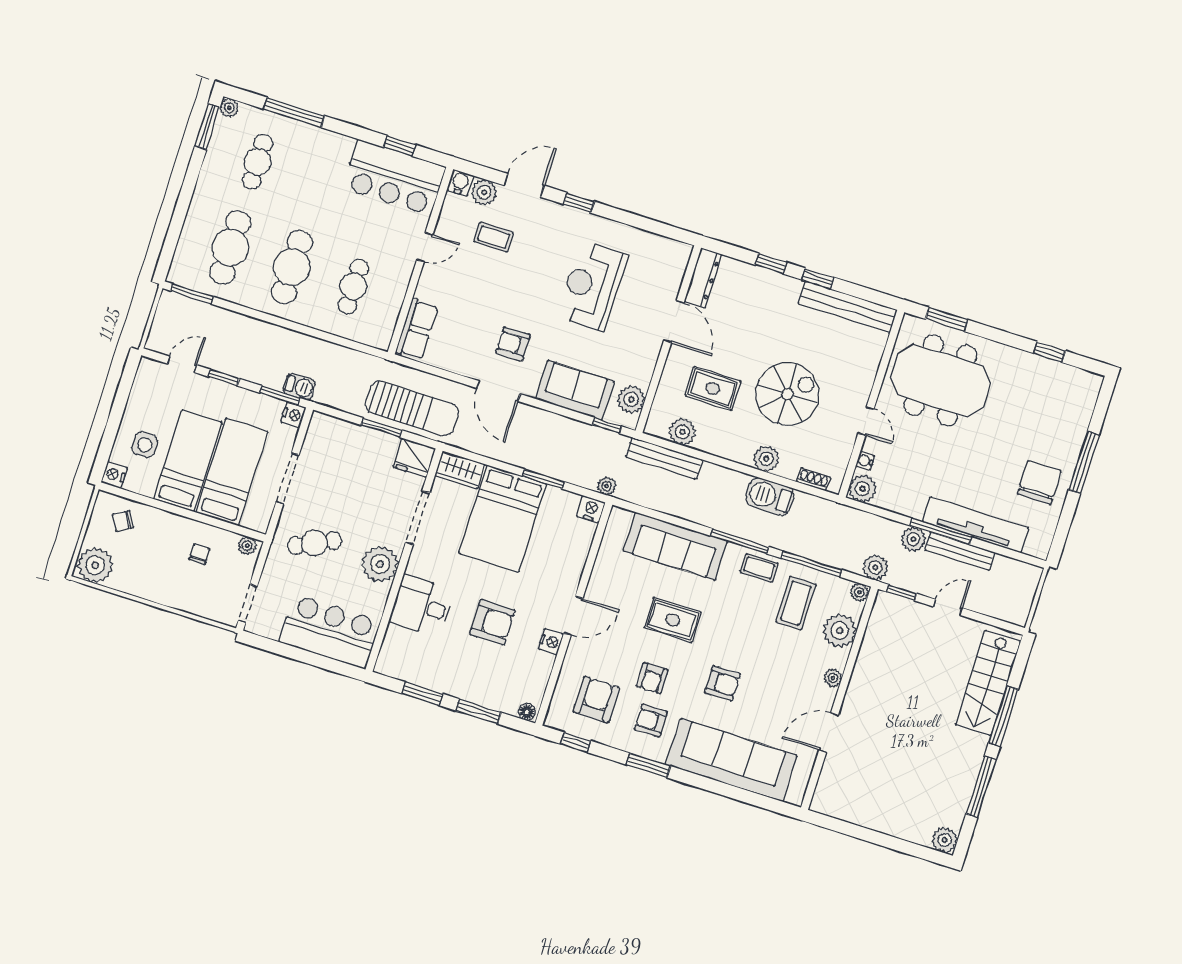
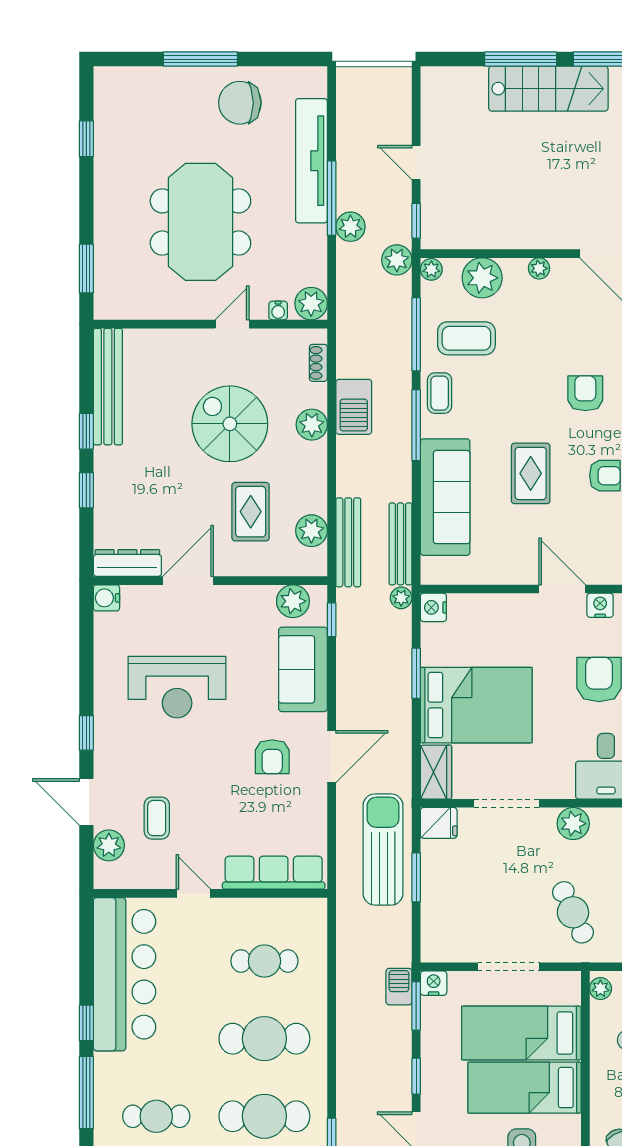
window: (400, 146) -> (86, 1023), moved
bar counter: (394, 178) -> (125, 974), width x1.36
water cooler: (460, 183) -> (106, 598), moved
row of seats: (417, 329) -> (274, 873), width x1.48
meeting table: (940, 380) -> (200, 222), moved
fridge: (414, 458) -> (439, 823), width x0.72
bench: (960, 551) -> (400, 544), moved
plant: (380, 564) -> (573, 824), width x0.73, depth x0.73
stairs: (988, 683) -> (548, 89), moved

